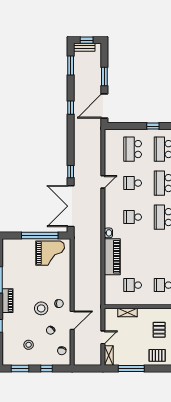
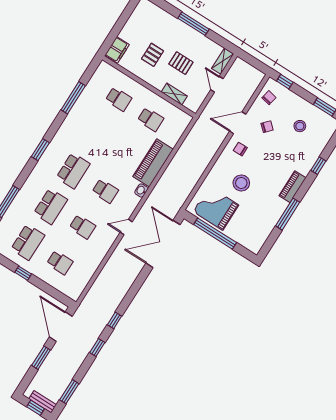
door: (104, 106) -> (61, 327), swing flipped
school desk: (133, 149) -> (60, 262), width x0.54
window: (71, 172) -> (114, 320), moved
door: (103, 182) -> (126, 227), moved
double door: (71, 206) -> (163, 244), swing flipped
stool: (41, 308) -> (241, 183), moved
door: (103, 337) -> (217, 84), hinge flipped
pallet: (157, 355) -> (181, 63), moved
window: (46, 368) -> (285, 82), moved
window: (131, 368) -> (193, 24), moved

